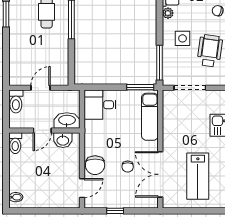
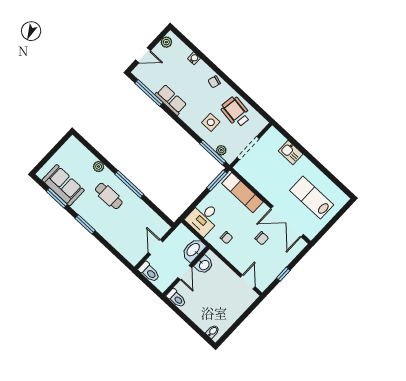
plant: (168, 13) -> (221, 150), moved
chair: (95, 165) -> (226, 238), moved, width x0.54, depth x0.54
lab bench: (198, 176) -> (312, 198), turned 180

